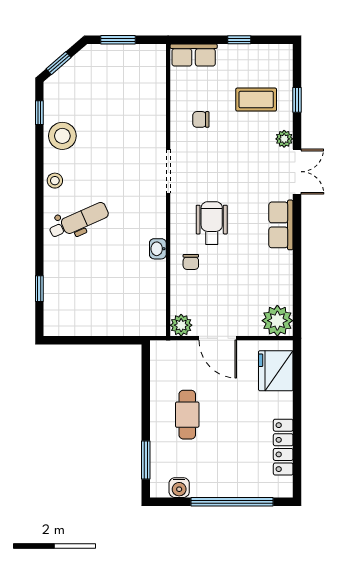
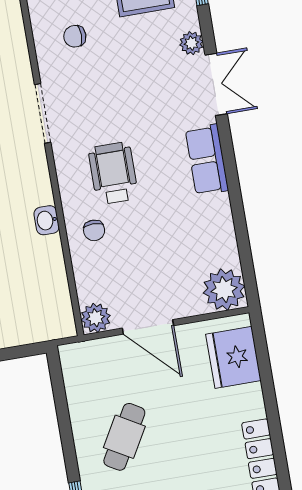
cafe table: (187, 415) -> (124, 437), turned 30

